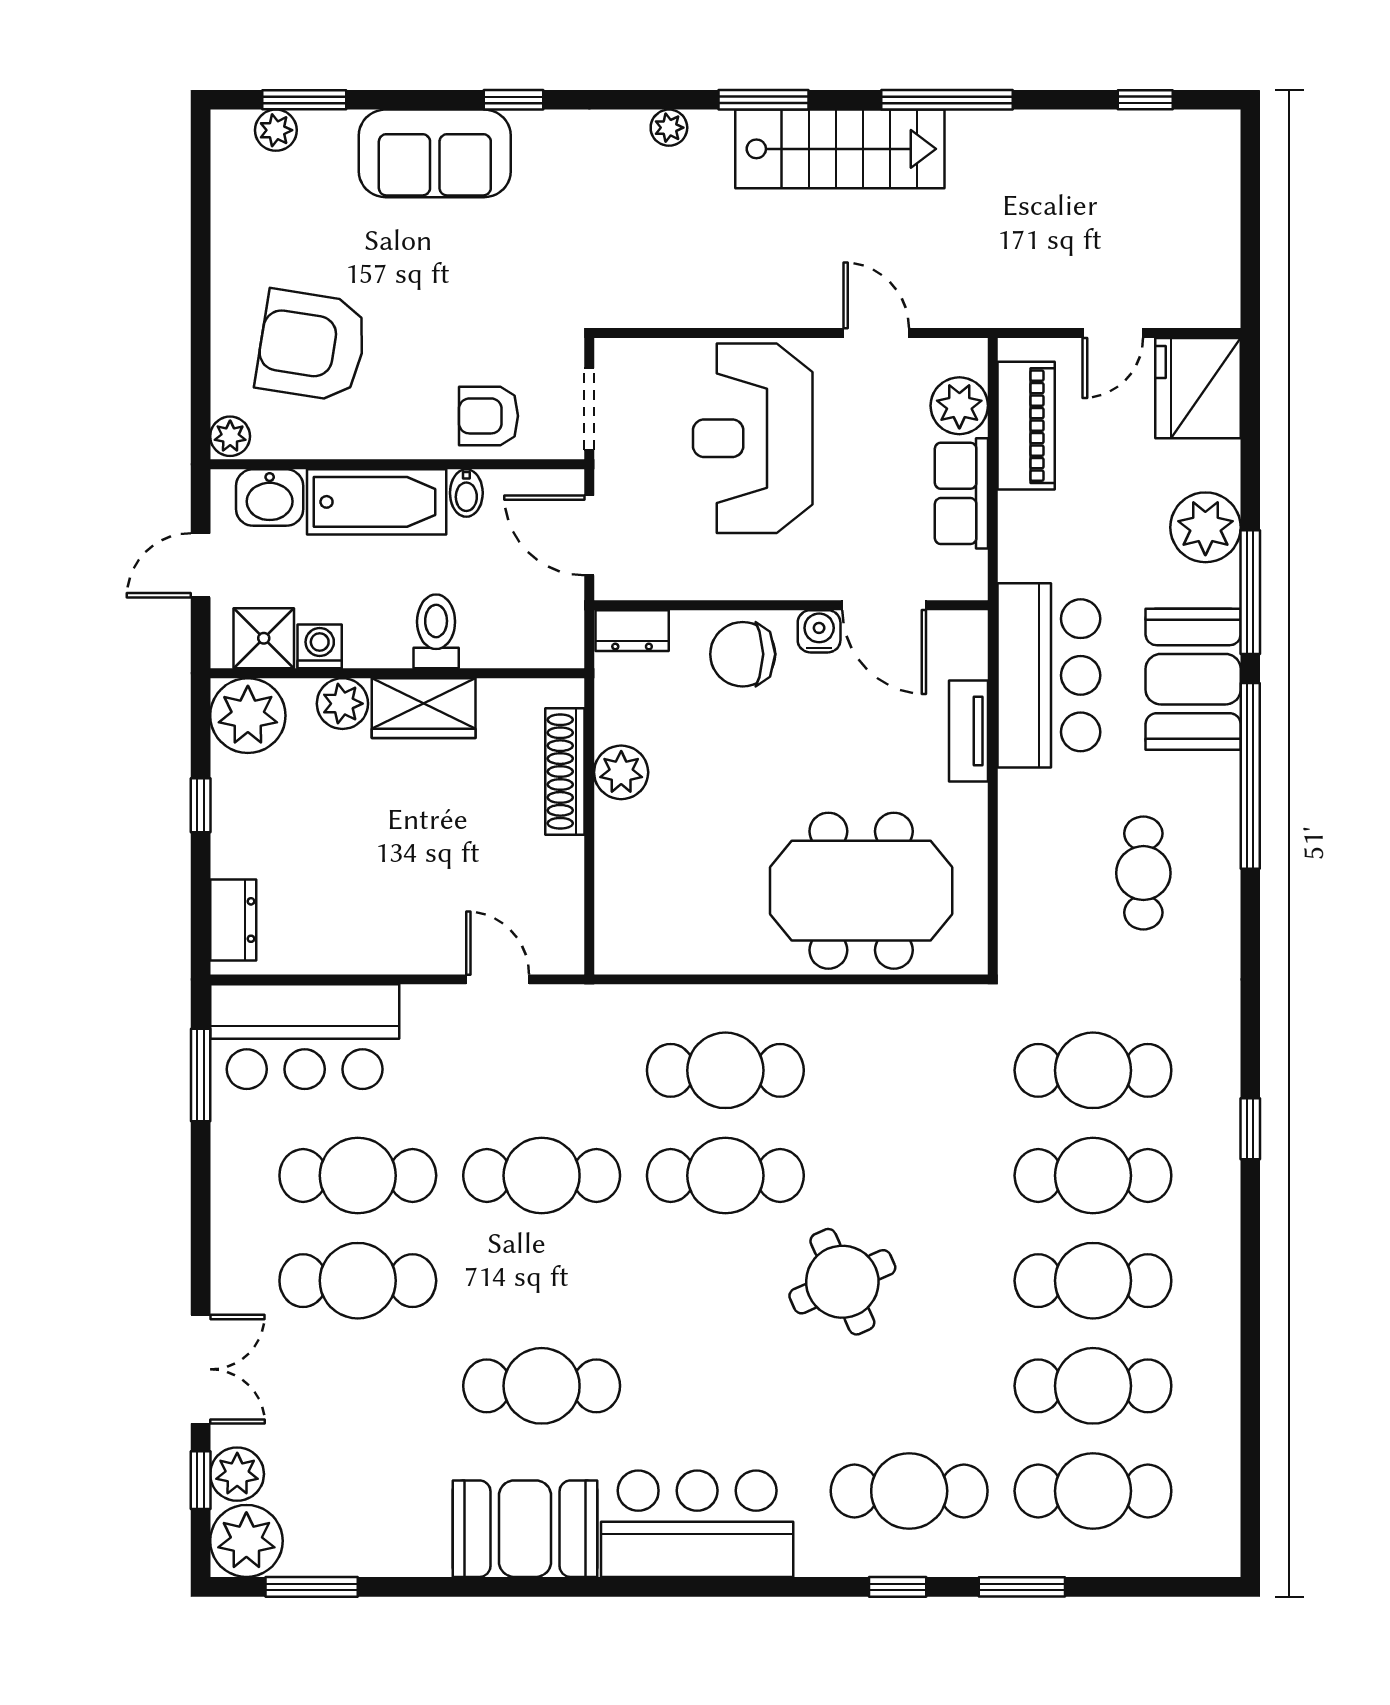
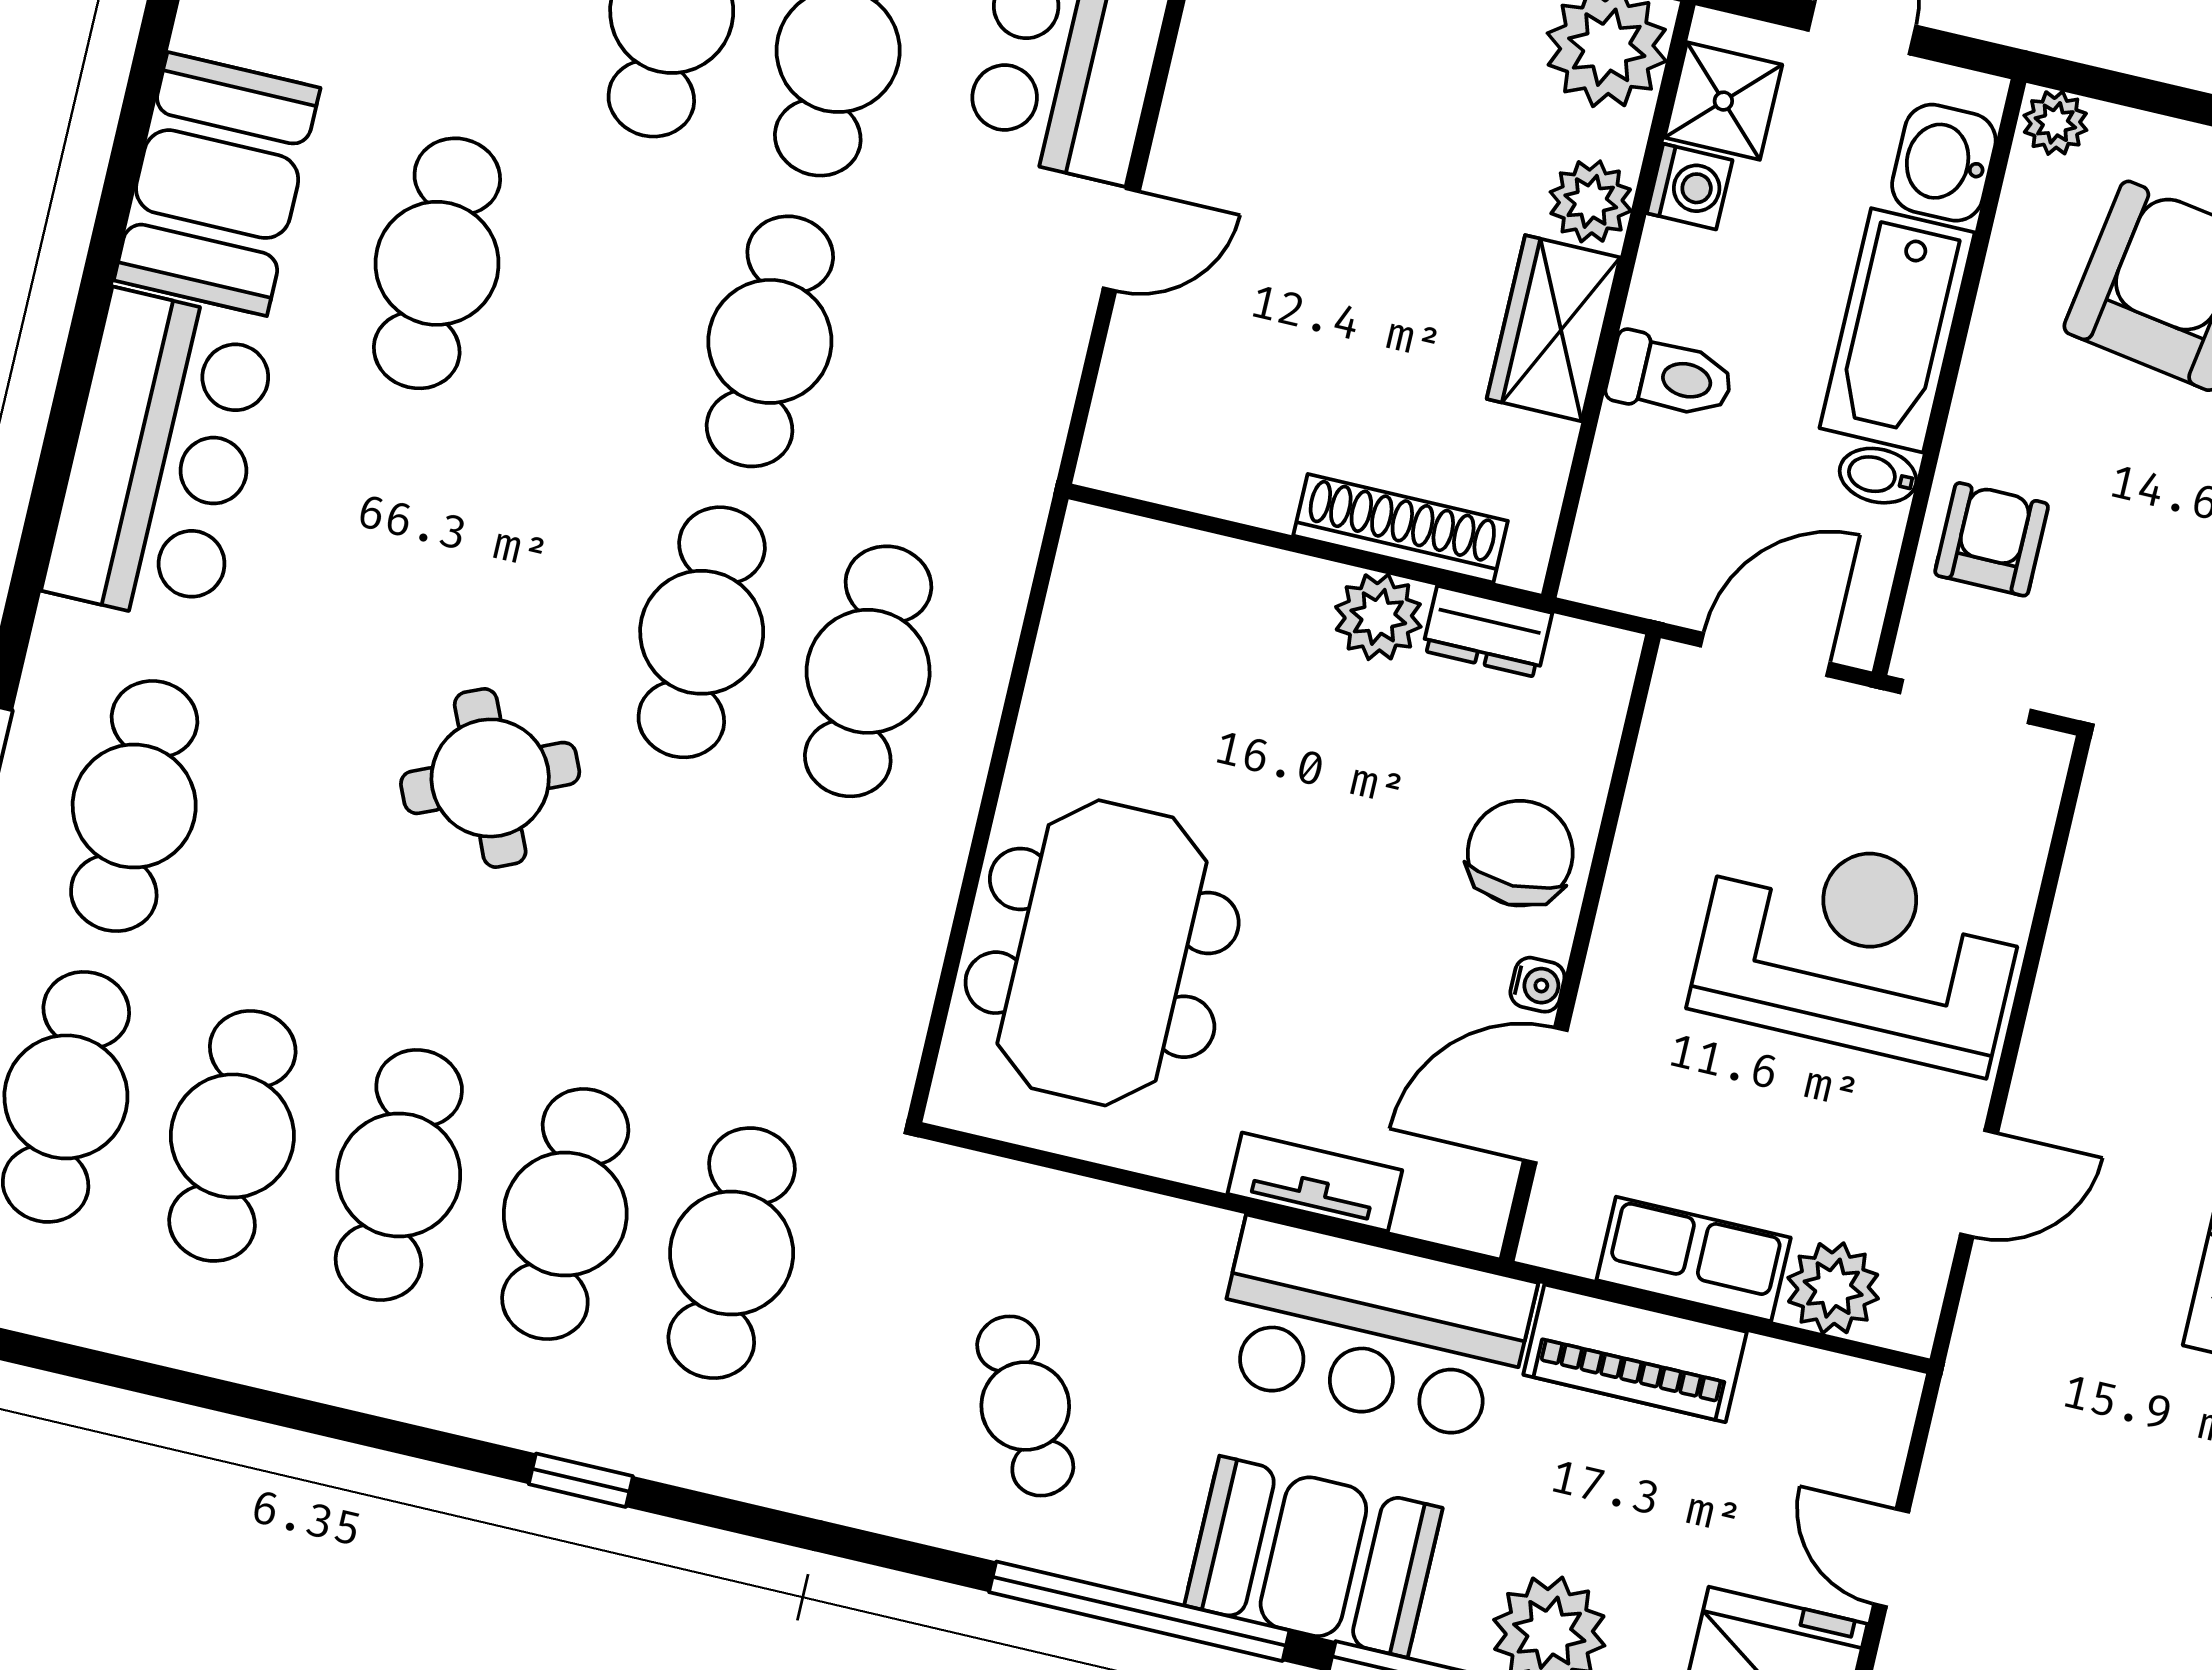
piano: (1026, 426) -> (1635, 1353), moved
dresser: (632, 631) -> (1487, 632), moved, turned -90
water cooler: (819, 631) -> (1537, 985), width x0.72, depth x0.72
cafe table: (1143, 873) -> (1025, 1406), turned 61
door: (498, 979) -> (1121, 240), moved

